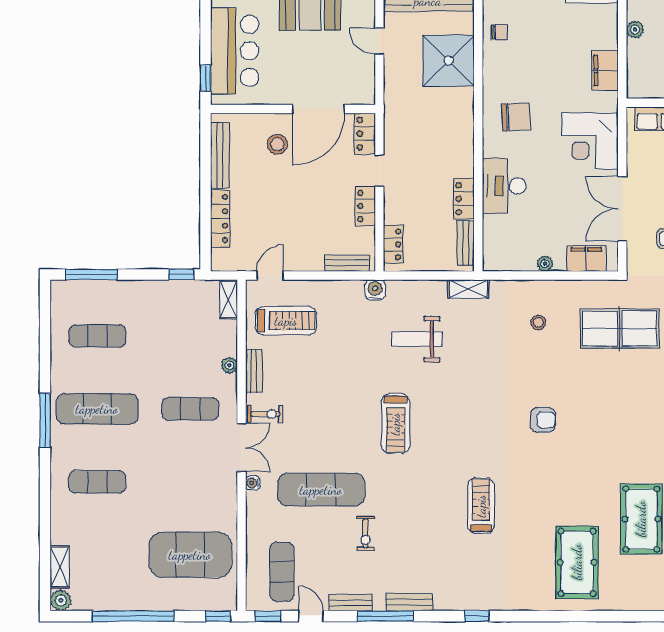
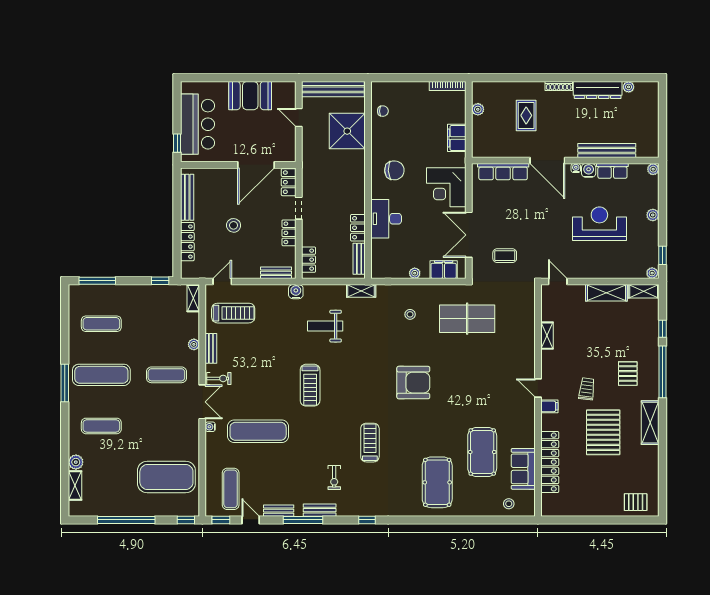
stool: (277, 144) -> (234, 225), moved
armchair: (543, 420) -> (413, 383), width x1.88, depth x1.88
exercise bike: (366, 533) -> (334, 477), moved
plant: (61, 600) -> (76, 462), moved

